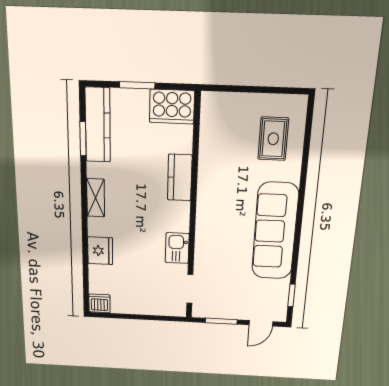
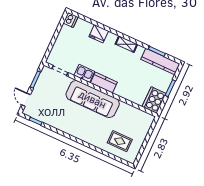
kitchen counter: (180, 178) -> (104, 82), moved
sofa: (275, 231) -> (93, 99), moved, turned 180

